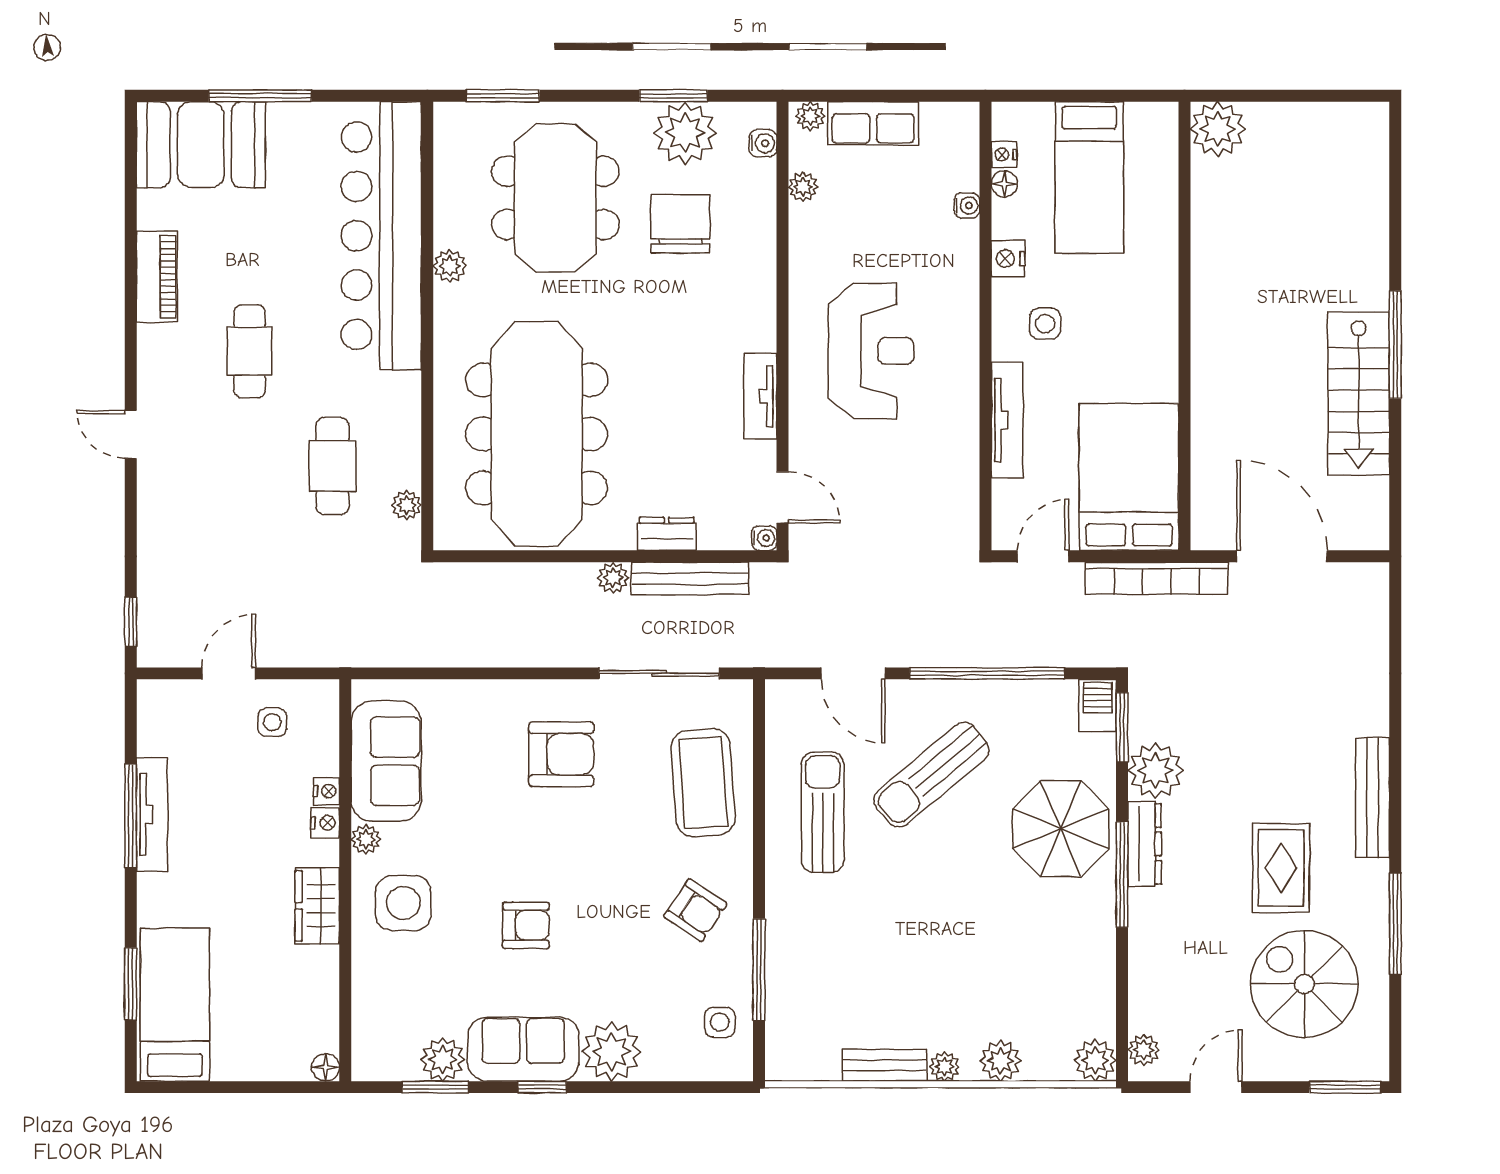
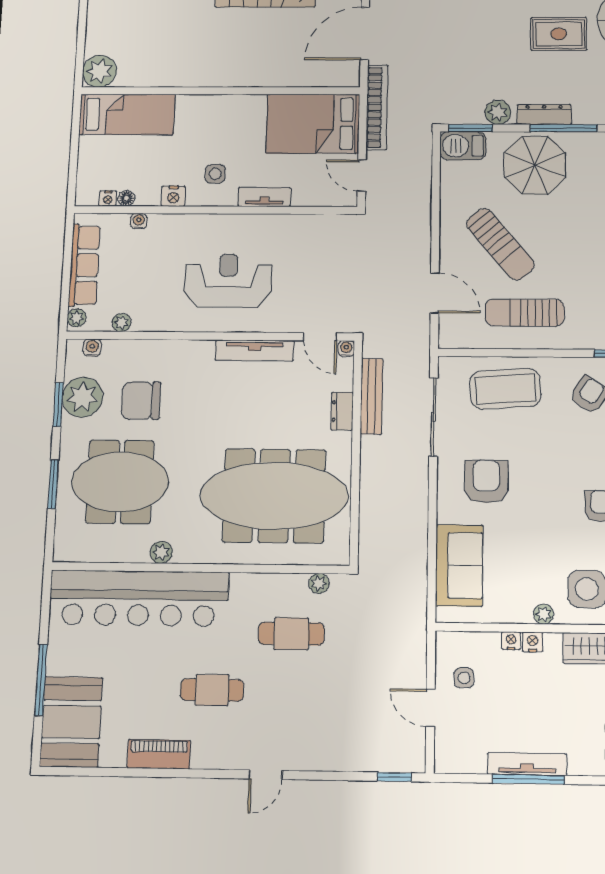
window: (503, 96) -> (53, 484), moved
row of seats: (873, 123) -> (84, 265), width x1.48
bed: (1089, 177) -> (127, 114), moved
tv unit: (760, 396) -> (255, 350), width x1.41
tv unit: (1007, 420) -> (264, 197), width x0.71
door: (782, 497) -> (320, 337), swing flipped
plant: (613, 578) -> (370, 446), removed
door: (853, 673) -> (435, 293), hinge flipped
window: (987, 673) -> (436, 210), removed
barbecue: (1097, 706) -> (463, 146), width x1.38, depth x1.27
sofa: (386, 761) -> (459, 565), moved, turned 90
plant: (1156, 771) -> (498, 112), width x0.73, depth x0.73

